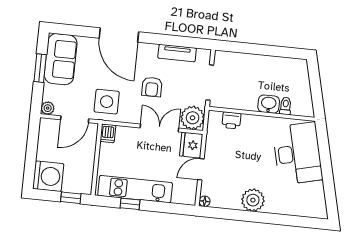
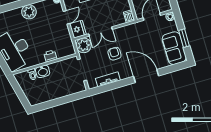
side table: (107, 102) -> (137, 34), removed
printer: (231, 120) -> (50, 56), moved

